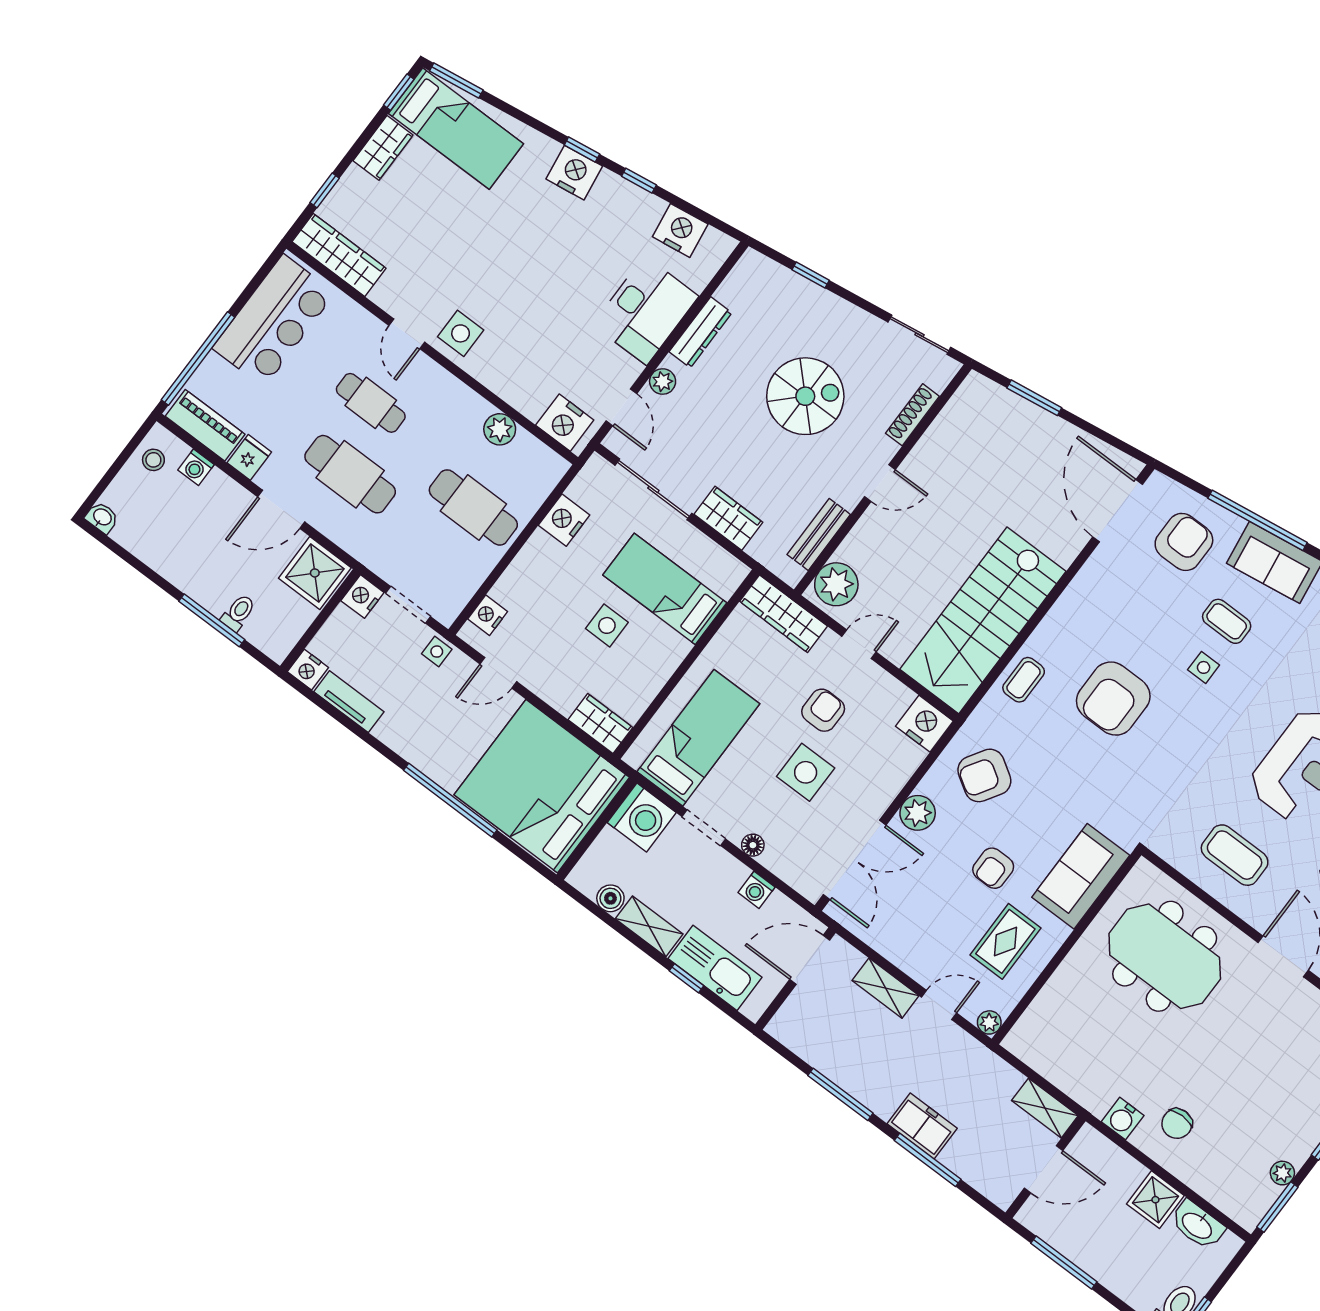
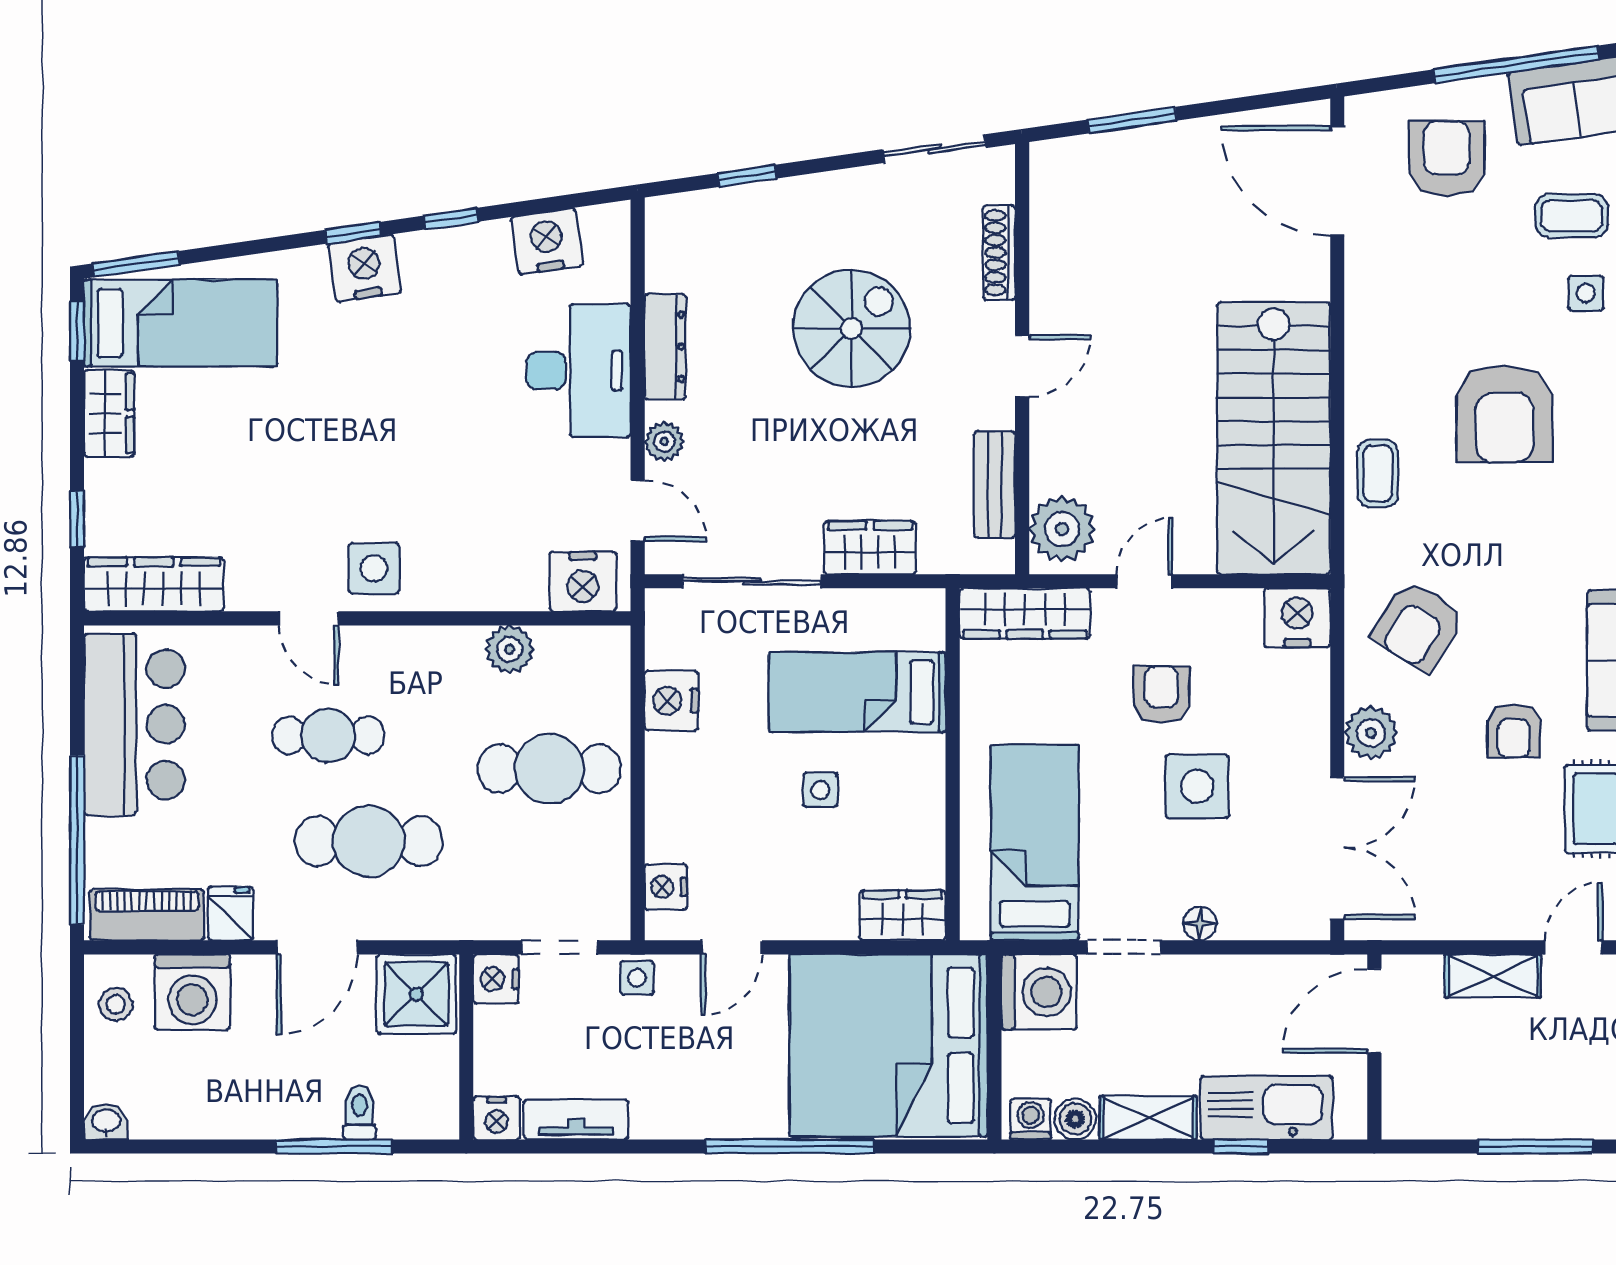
washing machine: (196, 467) -> (192, 992), width x1.89, depth x1.89
side table: (607, 625) -> (820, 790), width x0.73, depth x0.73
washing machine: (757, 890) -> (1031, 1119), moved, turned 180

